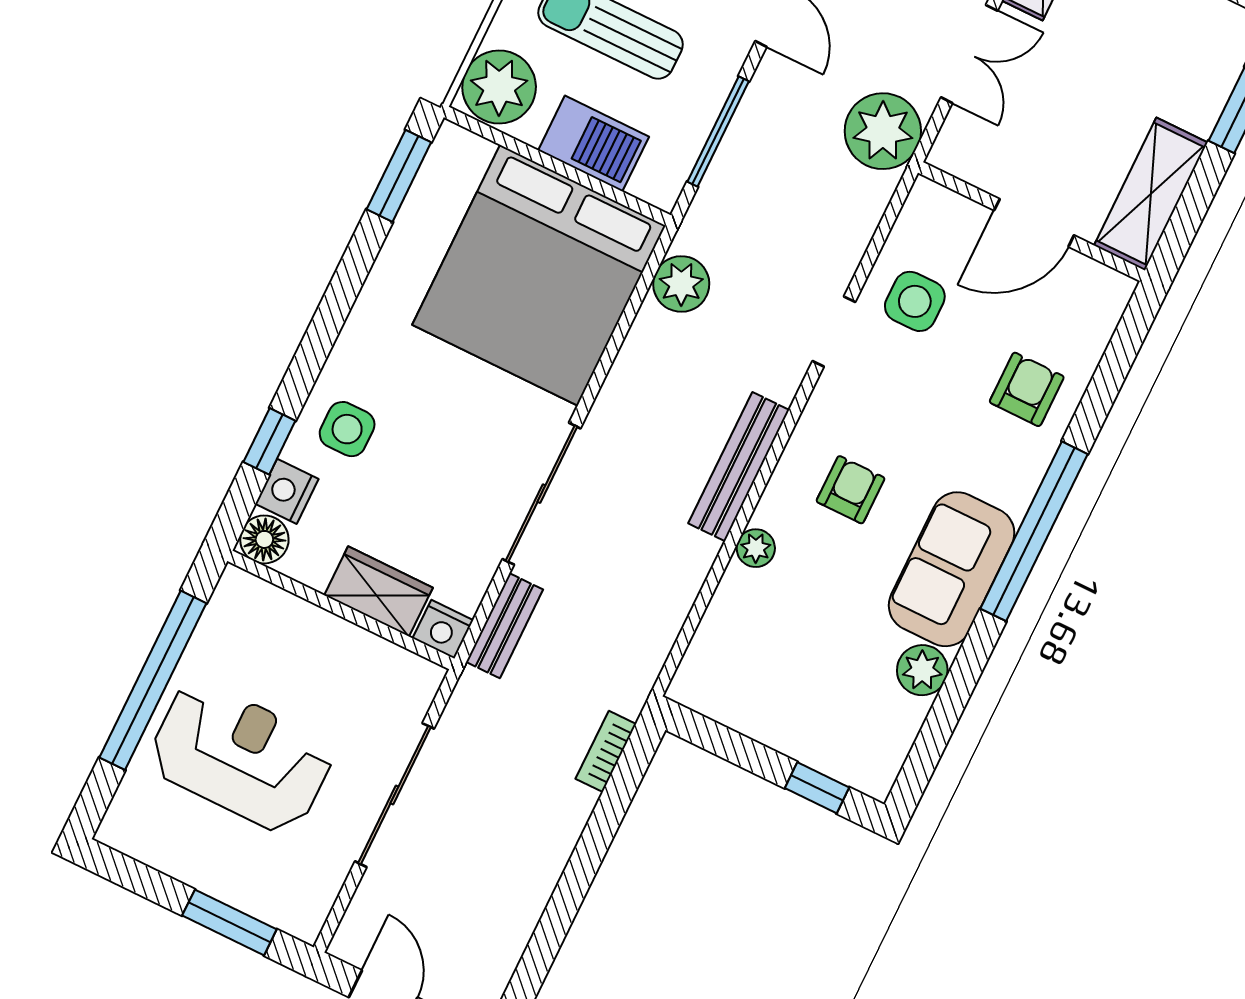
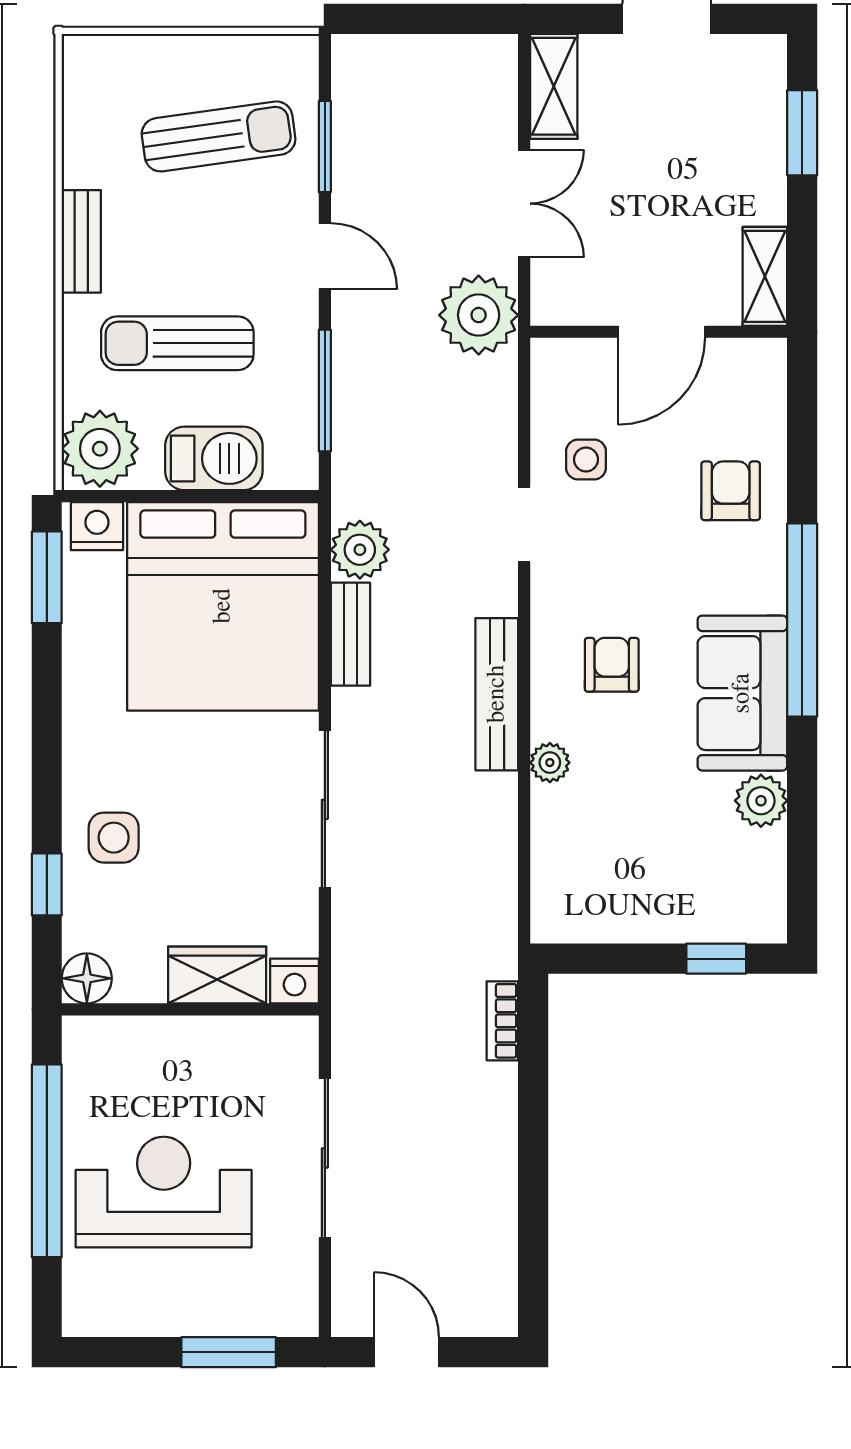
shelving: (1151, 194) -> (765, 276), width x0.67, depth x0.75
side table: (915, 301) -> (586, 460), width x0.73, depth x0.73
nightstand: (287, 491) -> (97, 526), moved, turned 90
bench: (505, 626) -> (350, 634), moved

